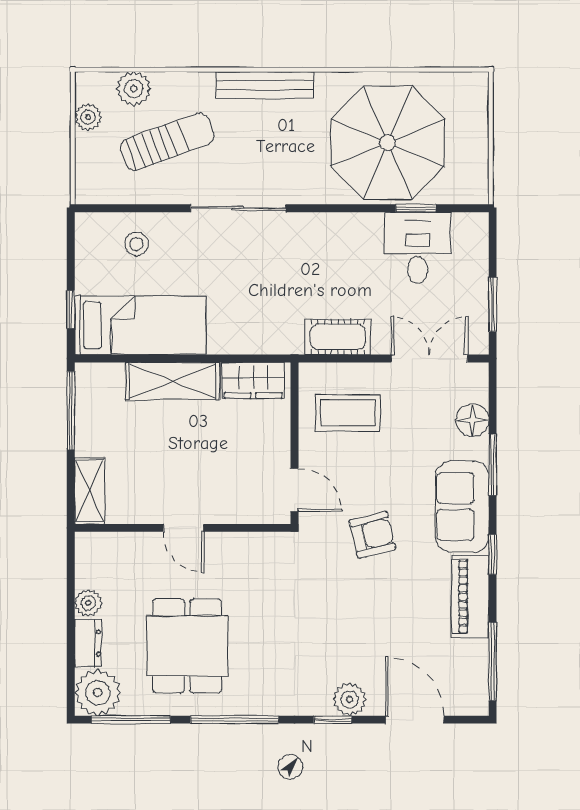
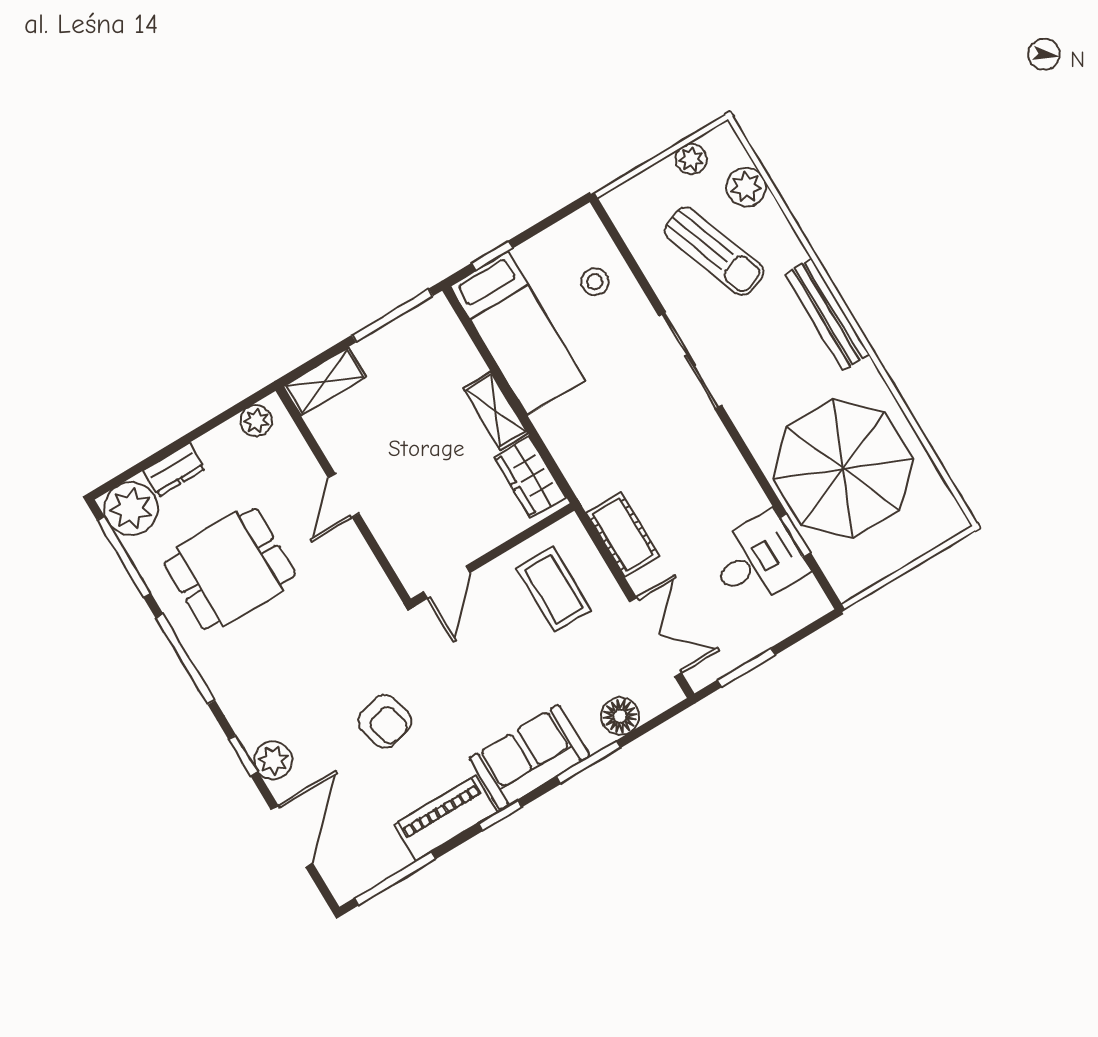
shelving: (173, 381) -> (495, 411), width x0.67, depth x0.75
armchair: (372, 535) -> (385, 721), moved
plant: (88, 603) -> (256, 421), moved

